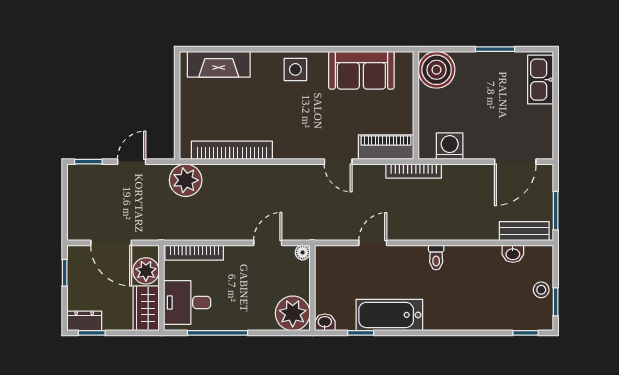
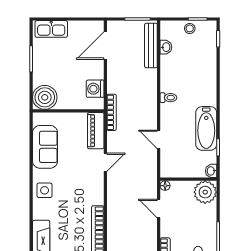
door: (515, 162) -> (105, 46), swing flipped
bench: (524, 231) -> (151, 46), width x1.36

